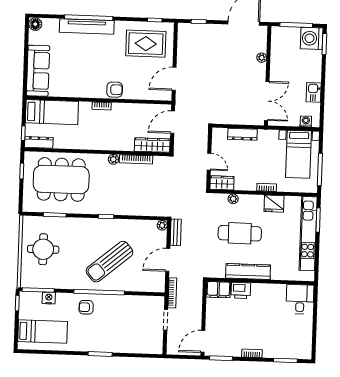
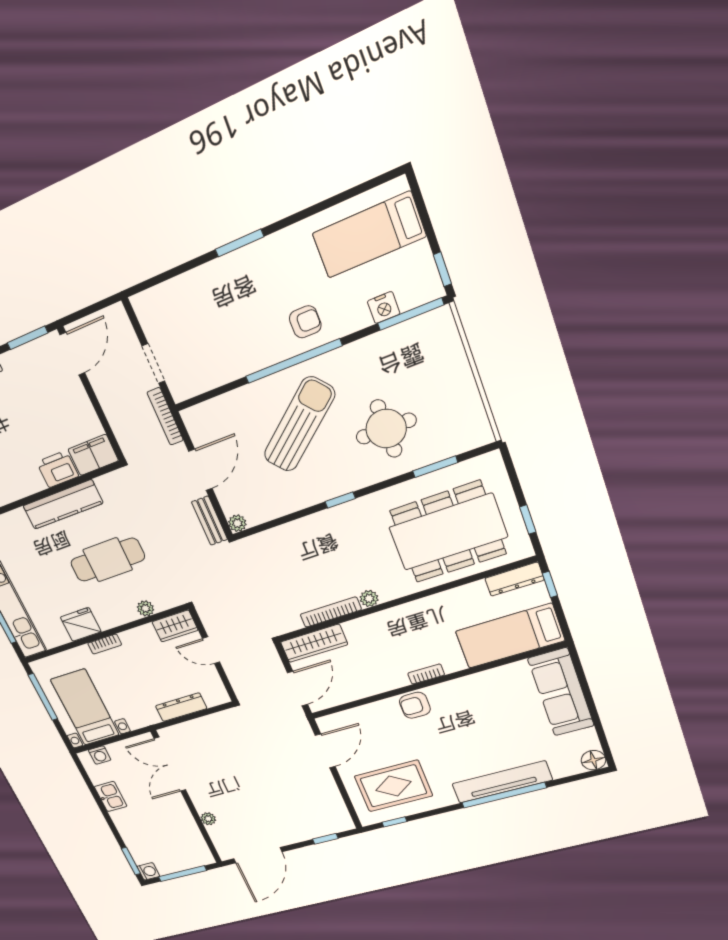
washing machine: (312, 38) -> (148, 871), width x0.53, depth x0.53
round table: (43, 249) -> (386, 429), moved

